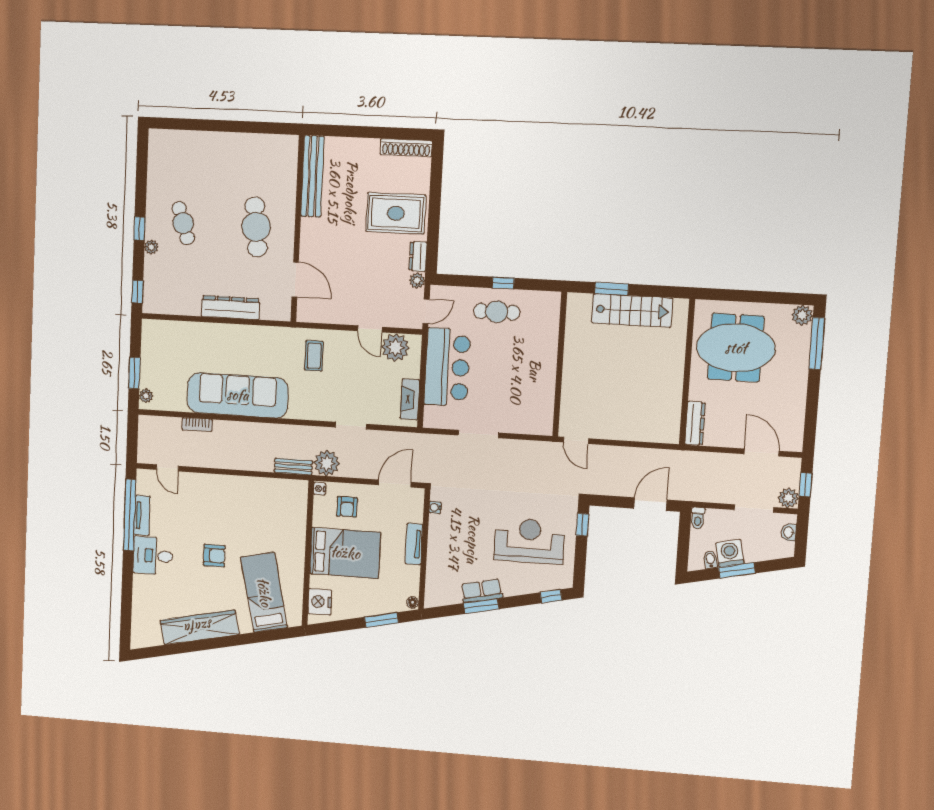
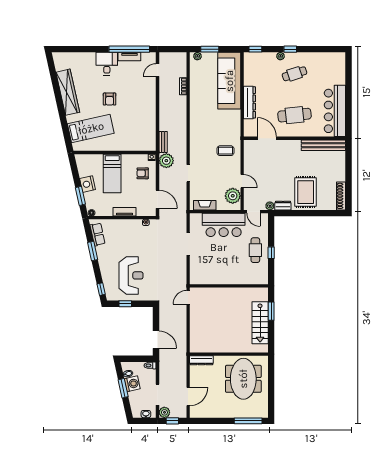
bar counter: (252, 152) -> (335, 111), added
door: (295, 279) -> (267, 138), swing flipped
plant: (802, 315) -> (263, 412), removed
door: (370, 329) -> (242, 181), swing flipped
sofa: (238, 395) -> (229, 81), moved, turned 180
window: (582, 525) -> (125, 304), moved
bed: (345, 553) -> (112, 173), width x0.67
row of seats: (482, 591) -> (98, 234), moved
nightstand: (320, 602) -> (87, 184), moved, turned -103

